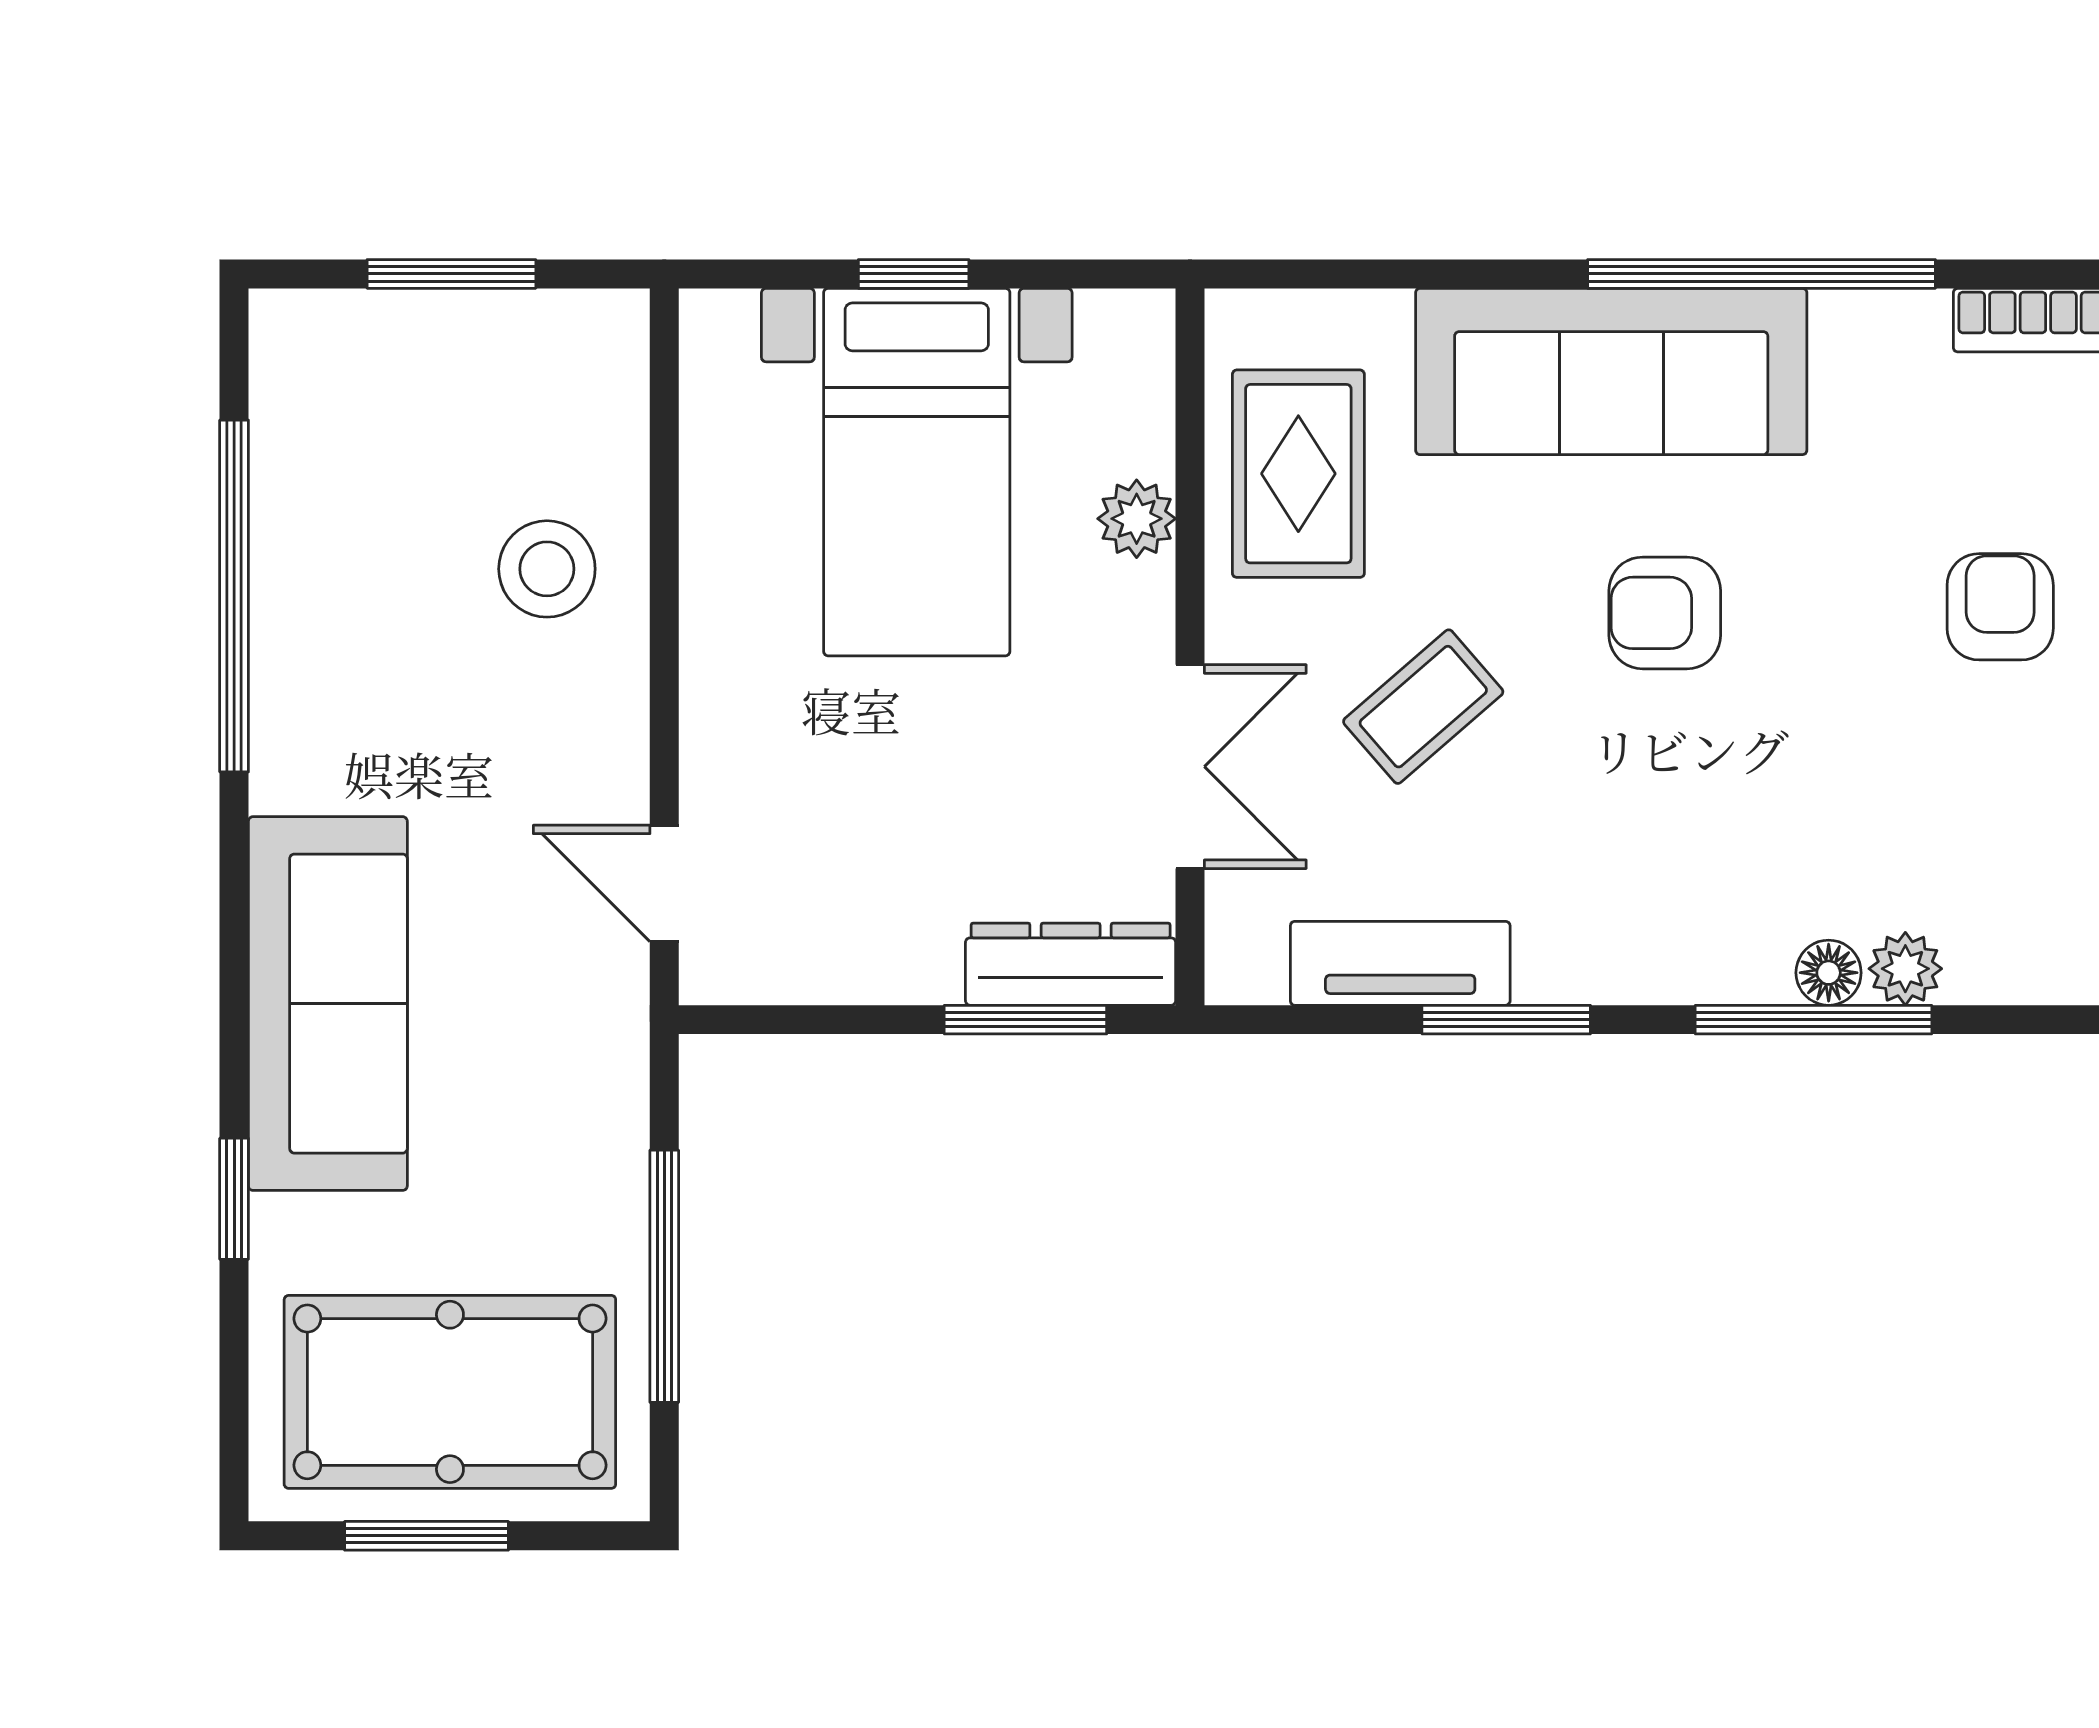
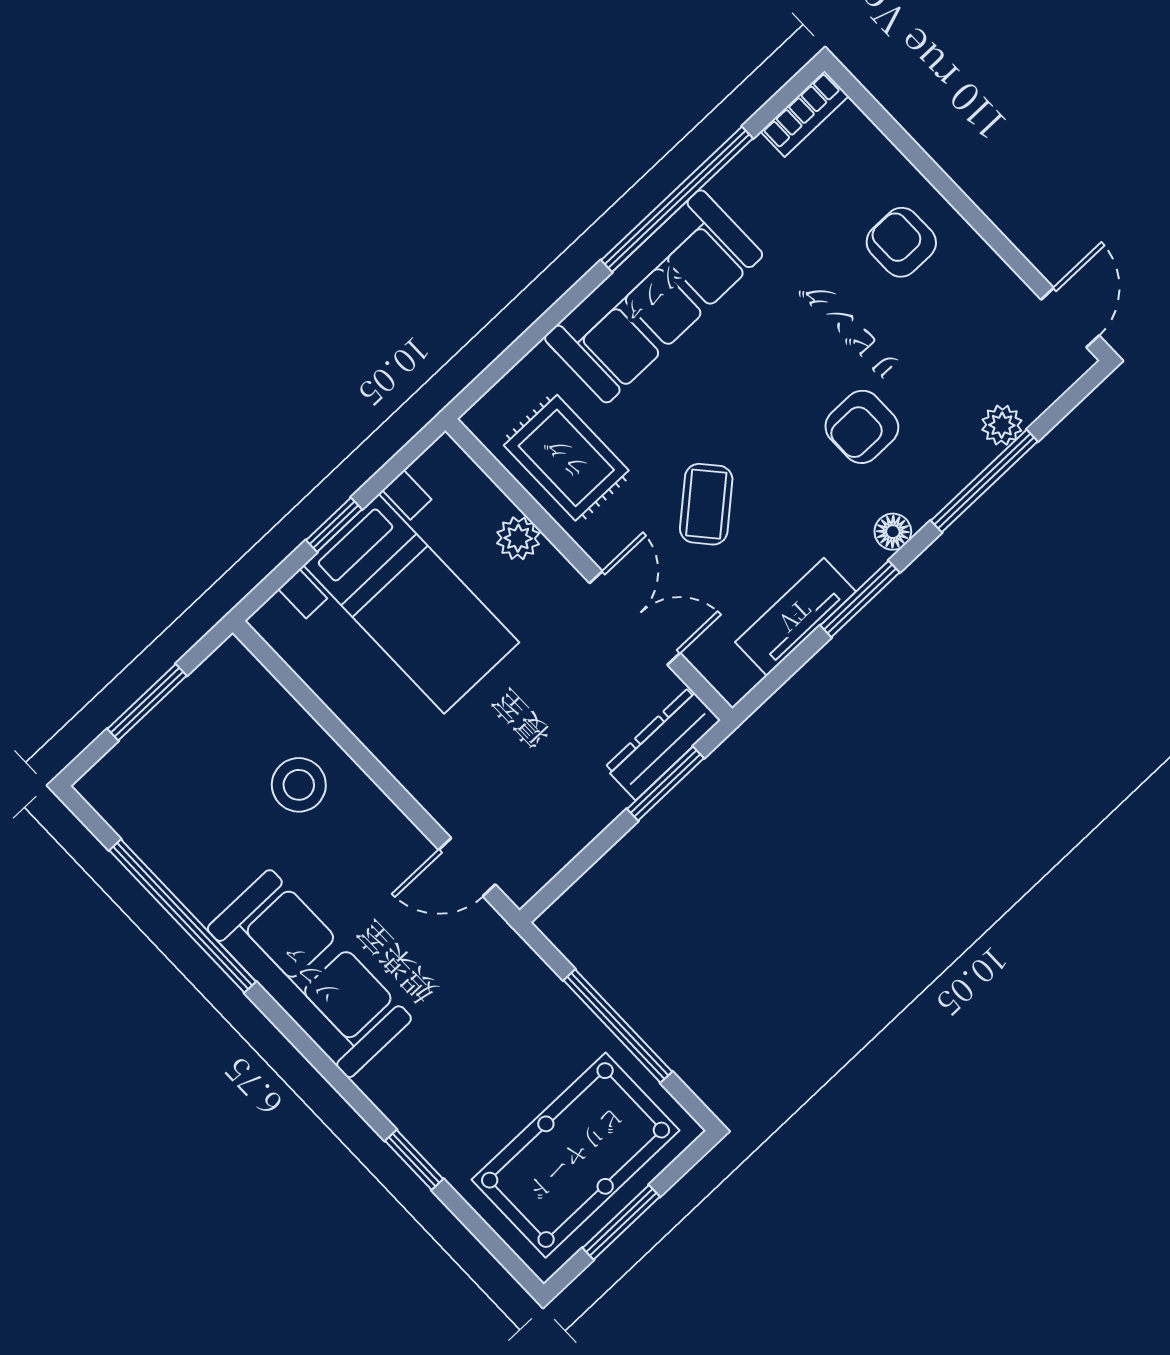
armchair: (1665, 613) -> (862, 427), moved
floor lamp: (1829, 973) -> (893, 532), moved
sofa: (328, 1004) -> (309, 974), moved

